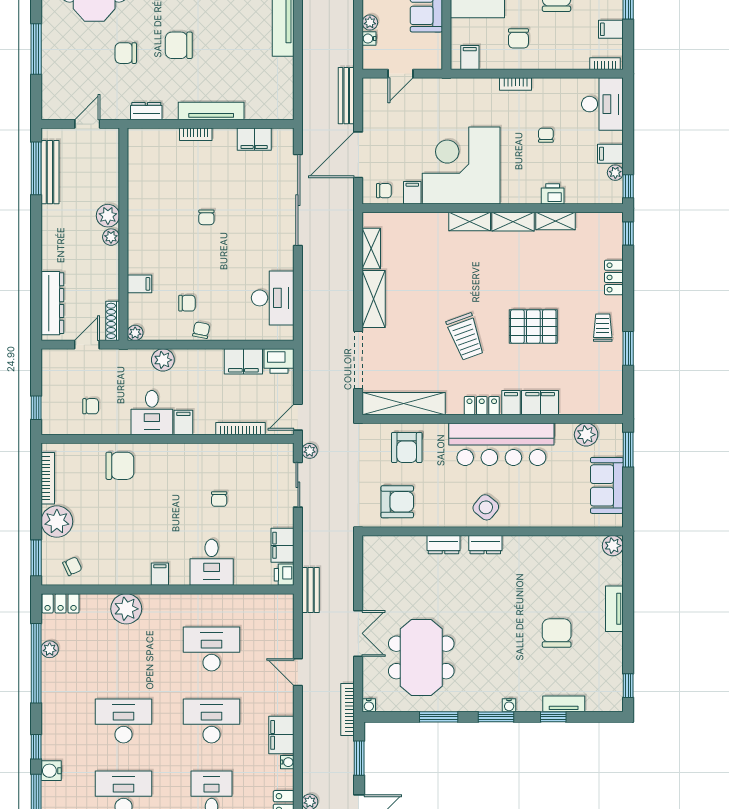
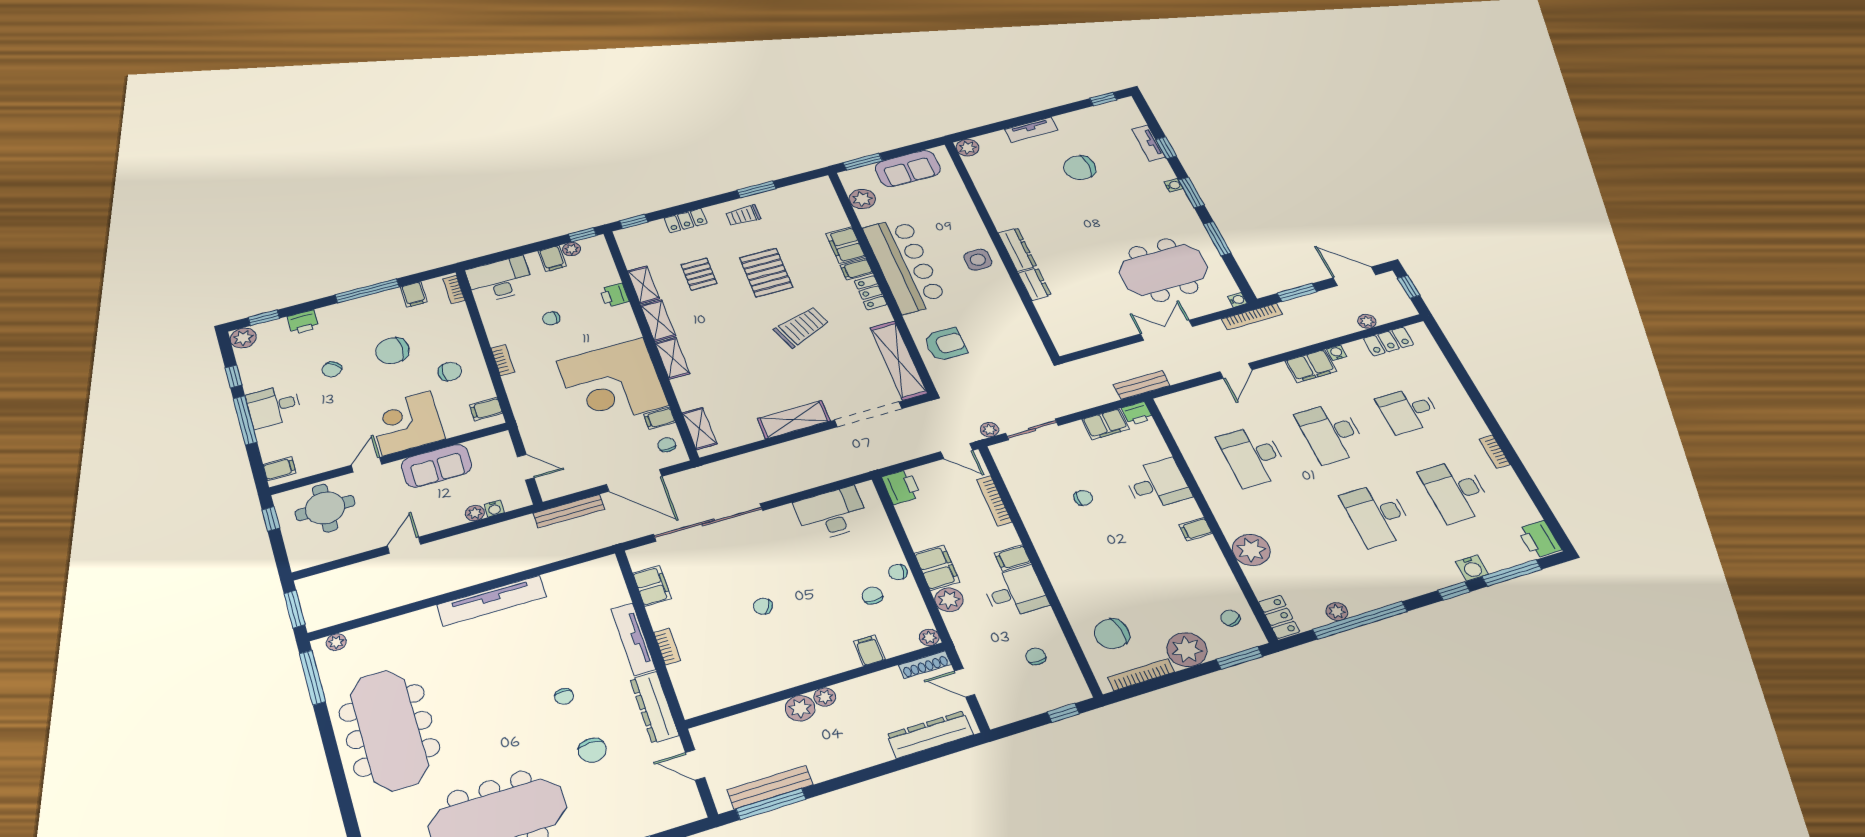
chair: (179, 45) -> (564, 696), width x0.54, depth x0.54
dresser: (146, 111) -> (654, 707), width x1.96, depth x1.24
chair: (206, 217) -> (763, 606), turned -150
shelving: (371, 248) -> (699, 428), moved, turned 90
pallet: (551, 270) -> (699, 274), added
filing cabinet: (243, 361) -> (937, 568), moved
chair: (120, 466) -> (1112, 634), moved, turned -98
armchair: (397, 502) -> (1008, 336), removed
side table: (486, 507) -> (978, 260), turned -38
dresser: (485, 545) -> (1017, 249), width x1.44

